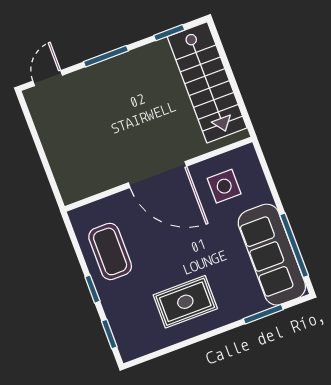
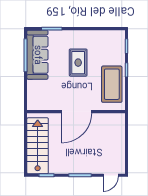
door: (157, 175) -> (77, 112), swing flipped
side table: (224, 186) -> (48, 95), removed
coffee table: (110, 251) -> (112, 84), width x1.36, depth x1.32
rug: (185, 302) -> (78, 63), moved, turned 90

